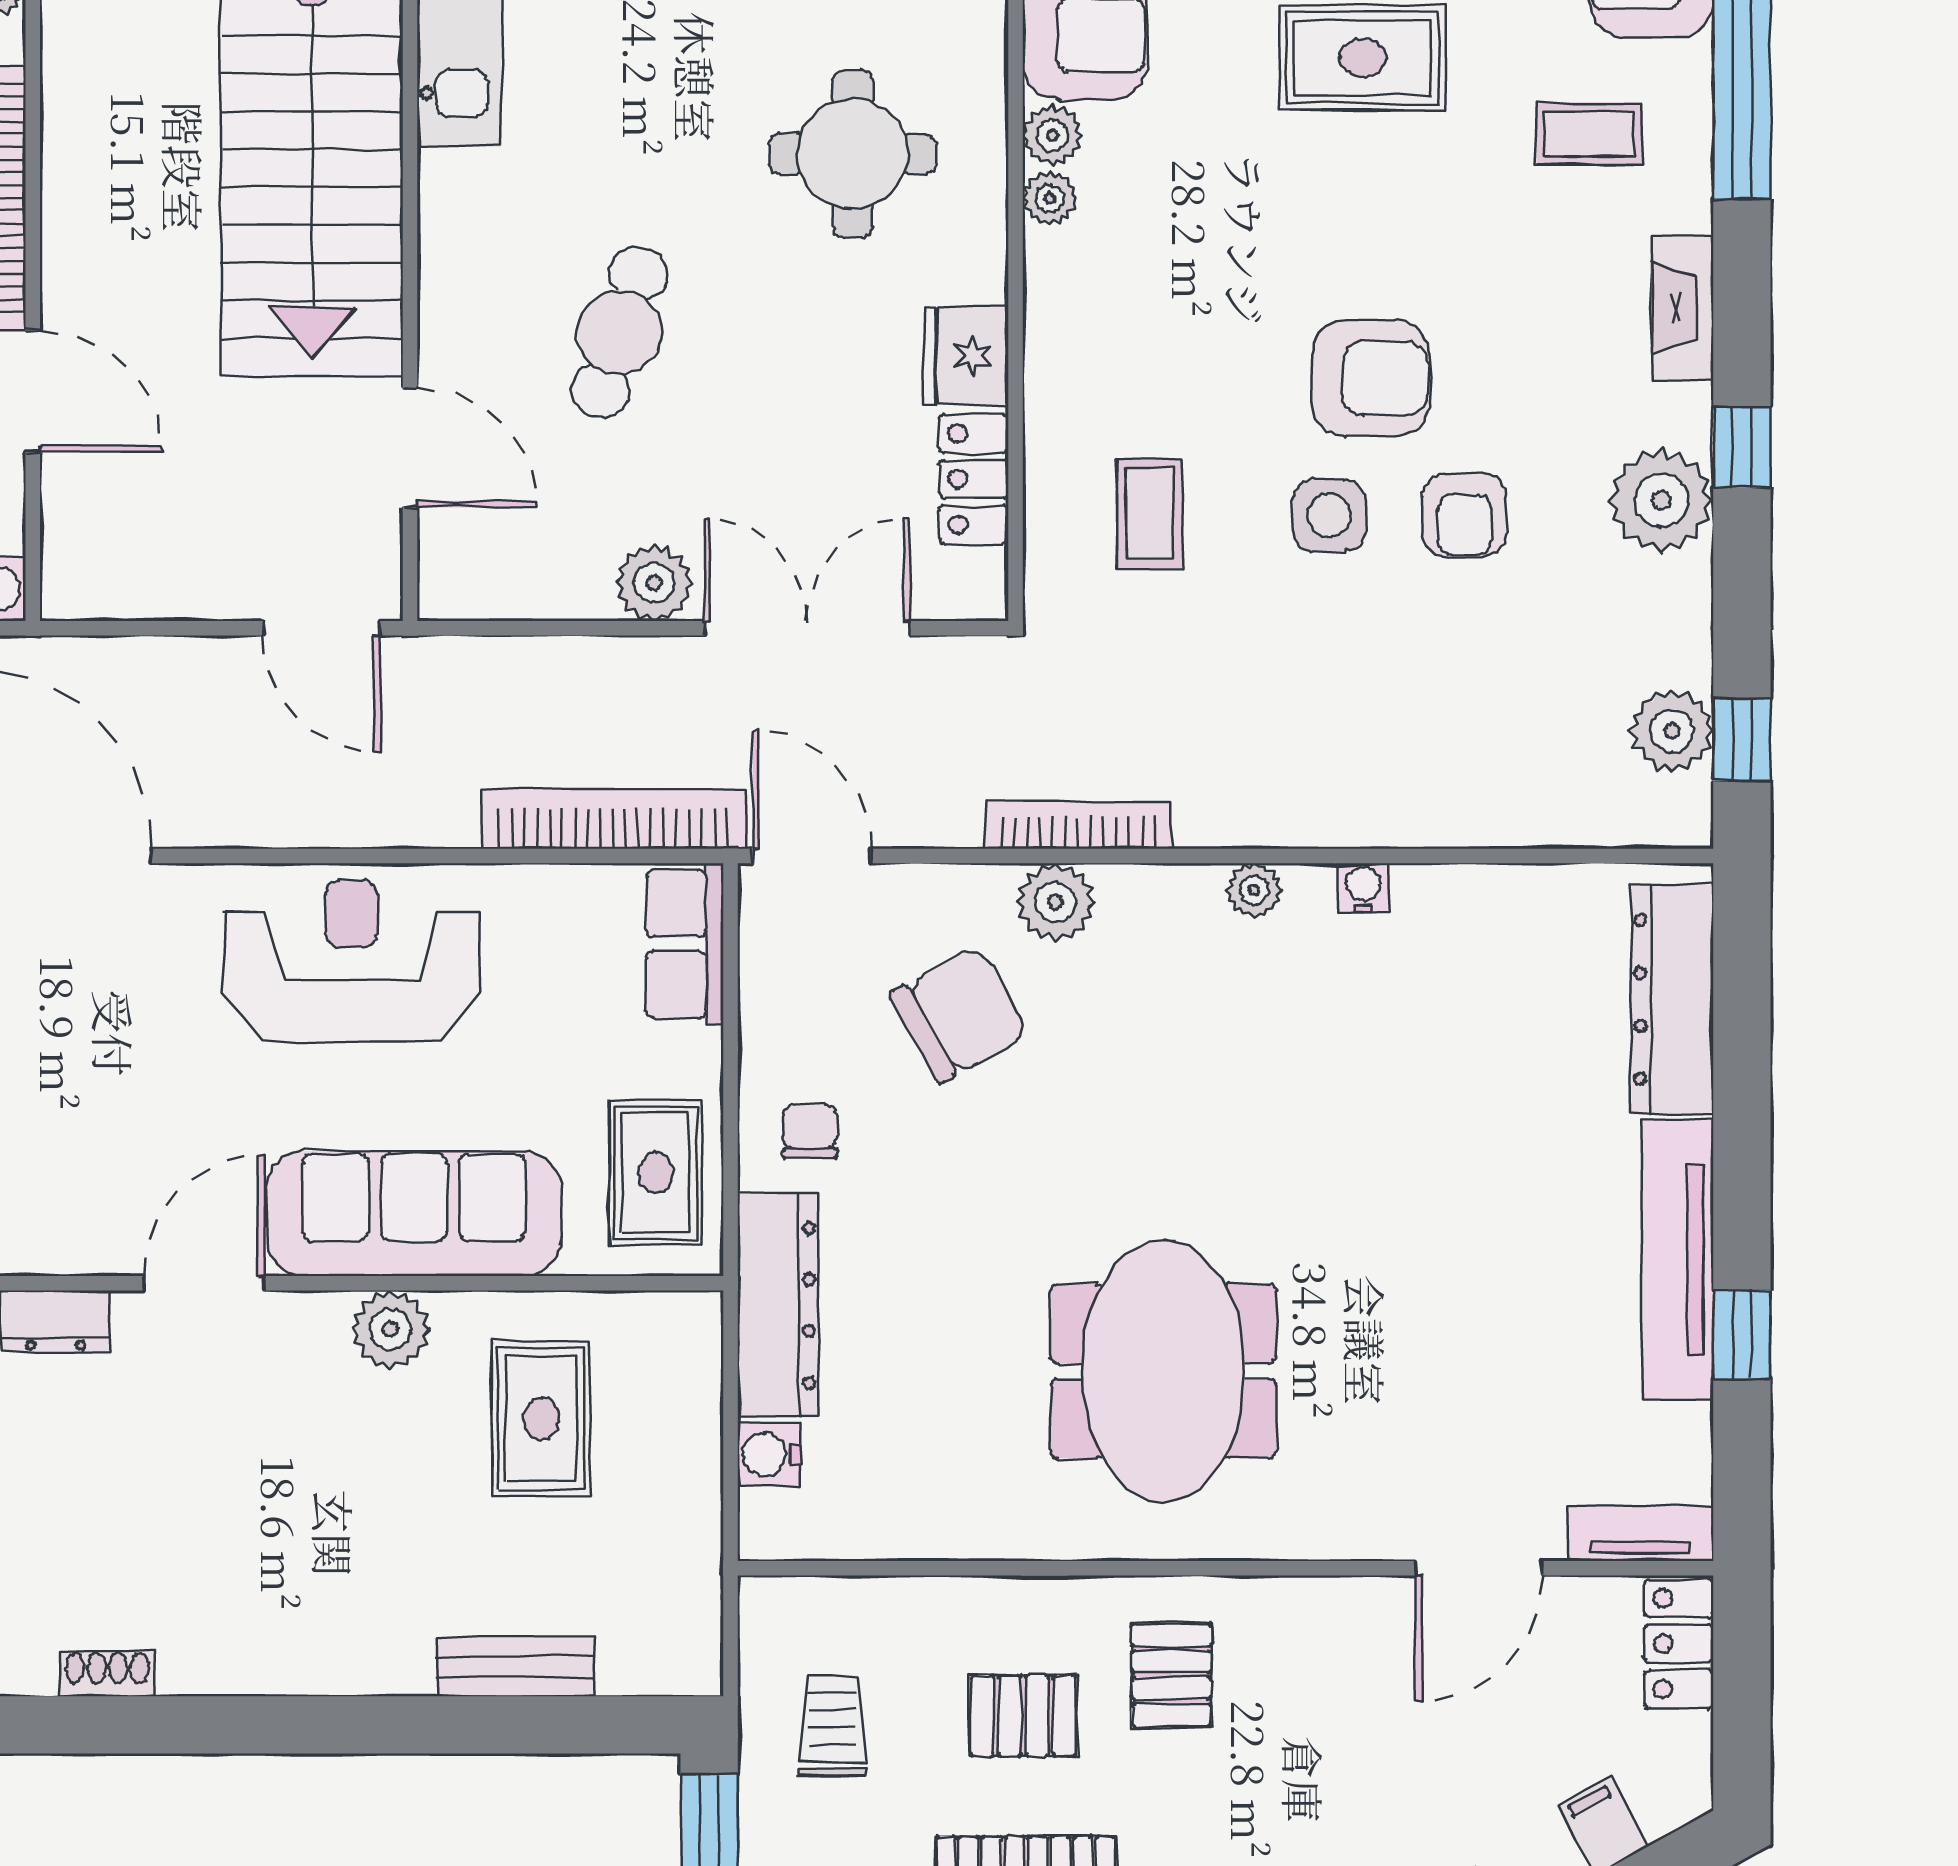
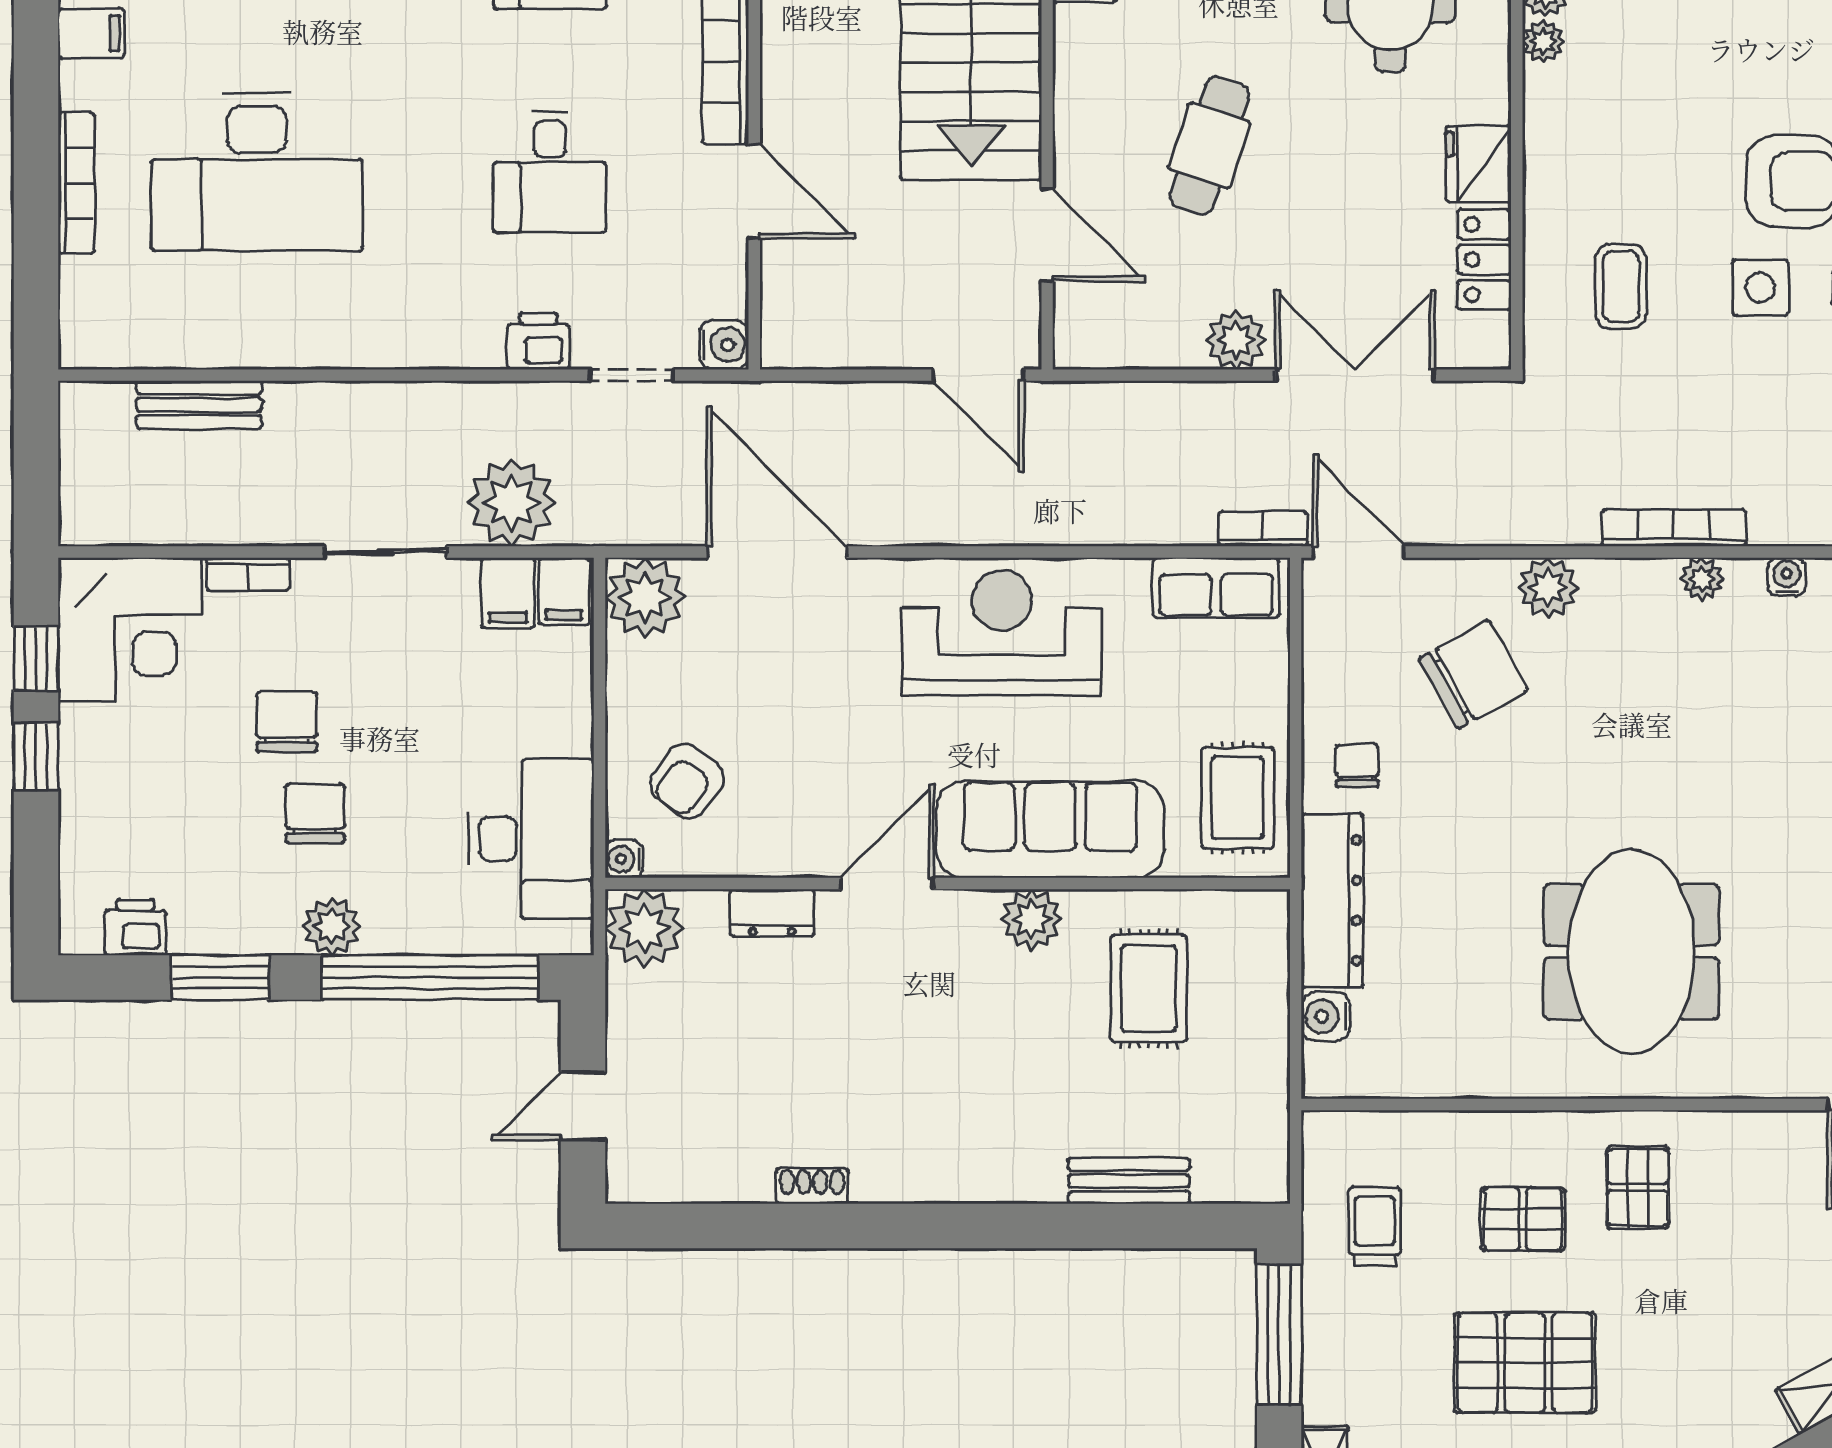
bookcase: (613, 819) -> (1263, 529), width x0.43, depth x0.76
bookcase: (1078, 825) -> (1674, 528), moved
row of seats: (685, 944) -> (1216, 588), moved, turned -90

